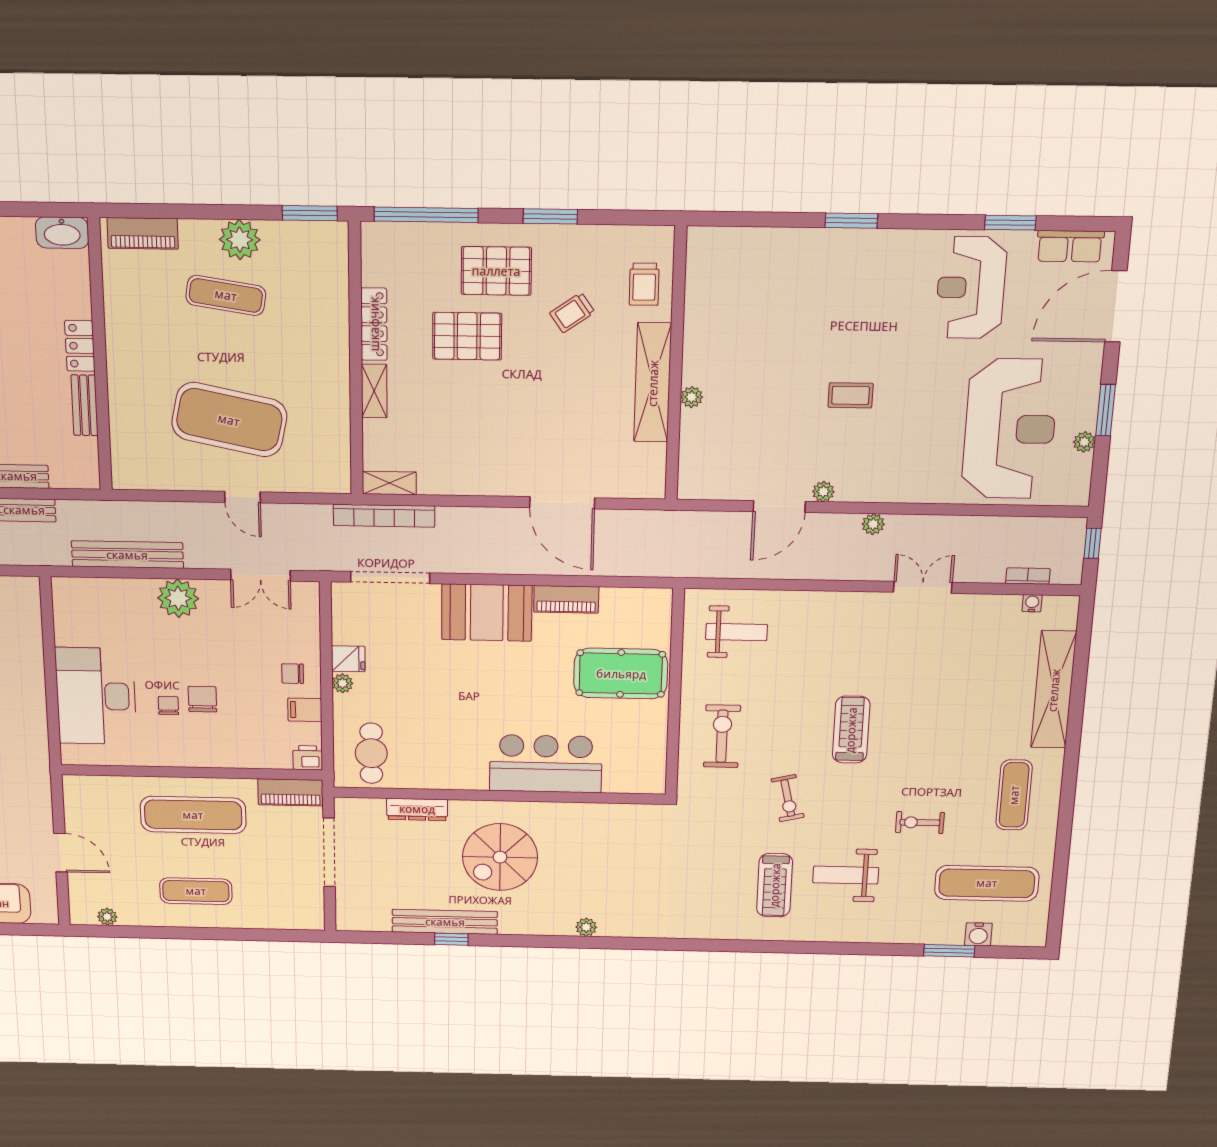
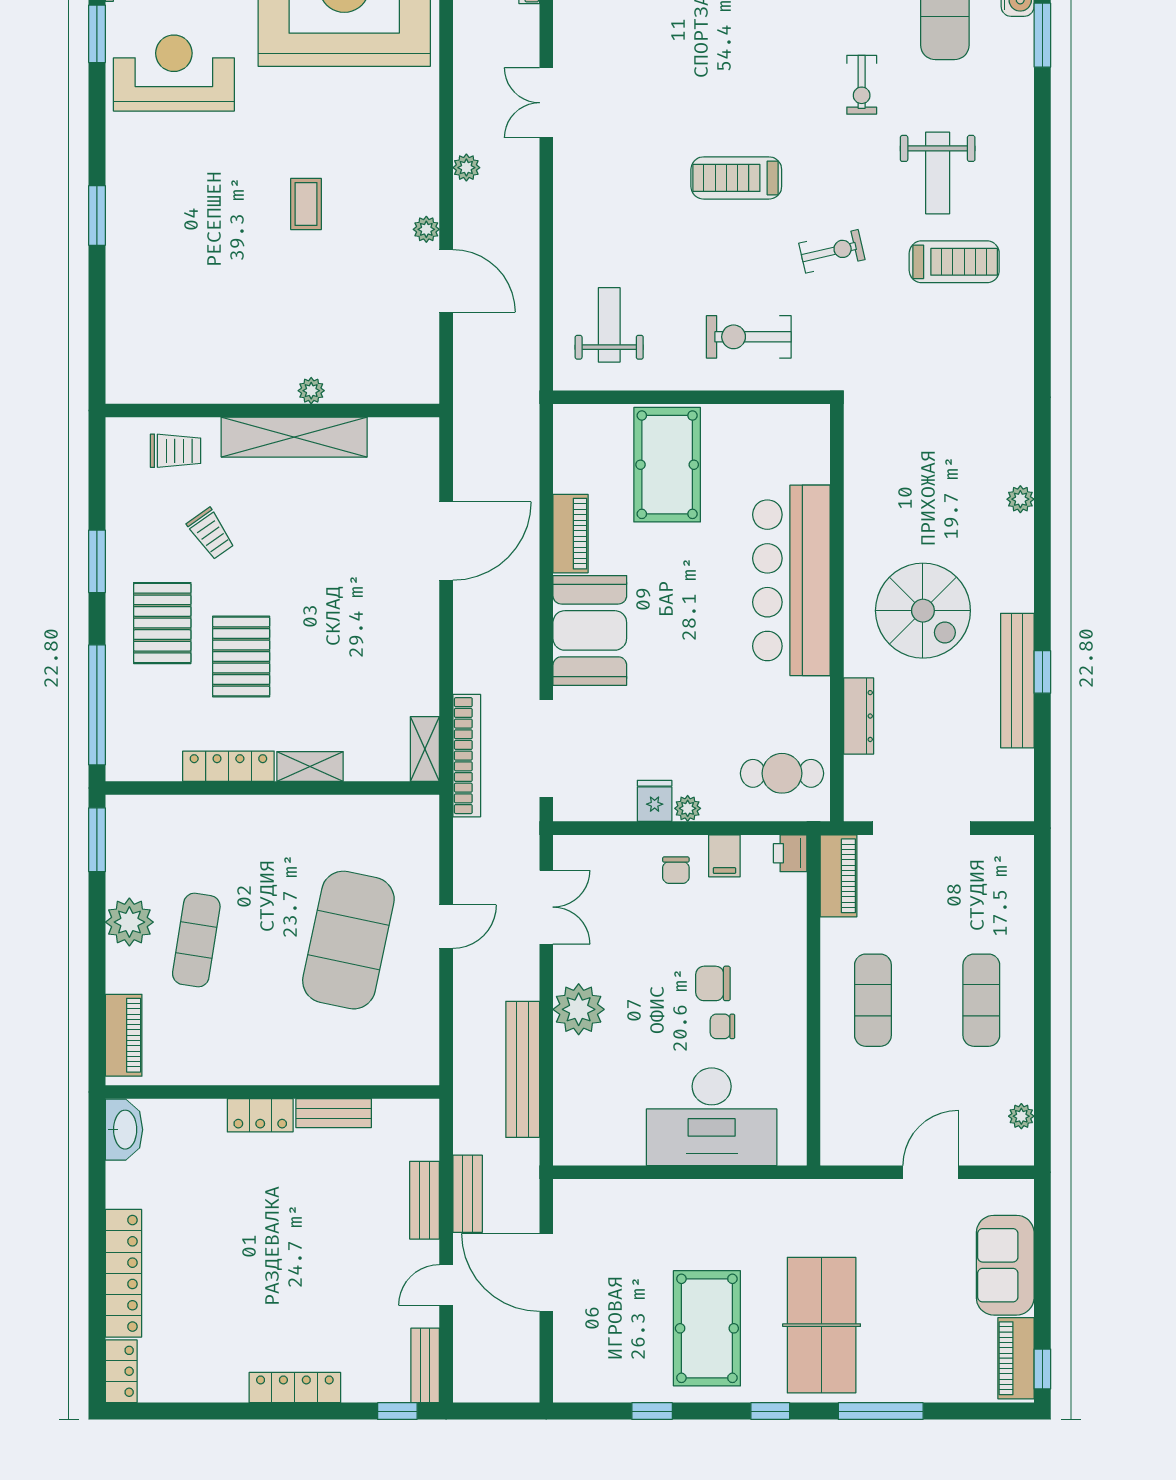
reception desk: (971, 288) -> (174, 73), turned 180
bar counter: (546, 764) -> (791, 580), width x1.36
exercise mat: (193, 815) -> (873, 1000), width x0.73, depth x0.69

